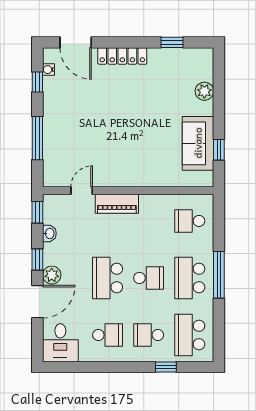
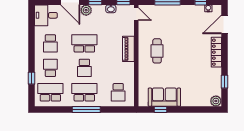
plant: (204, 91) -> (216, 101), moved
cafe table: (120, 156) -> (157, 51), added
door: (82, 191) -> (136, 14), moved
school desk: (190, 221) -> (118, 92), turned 180

